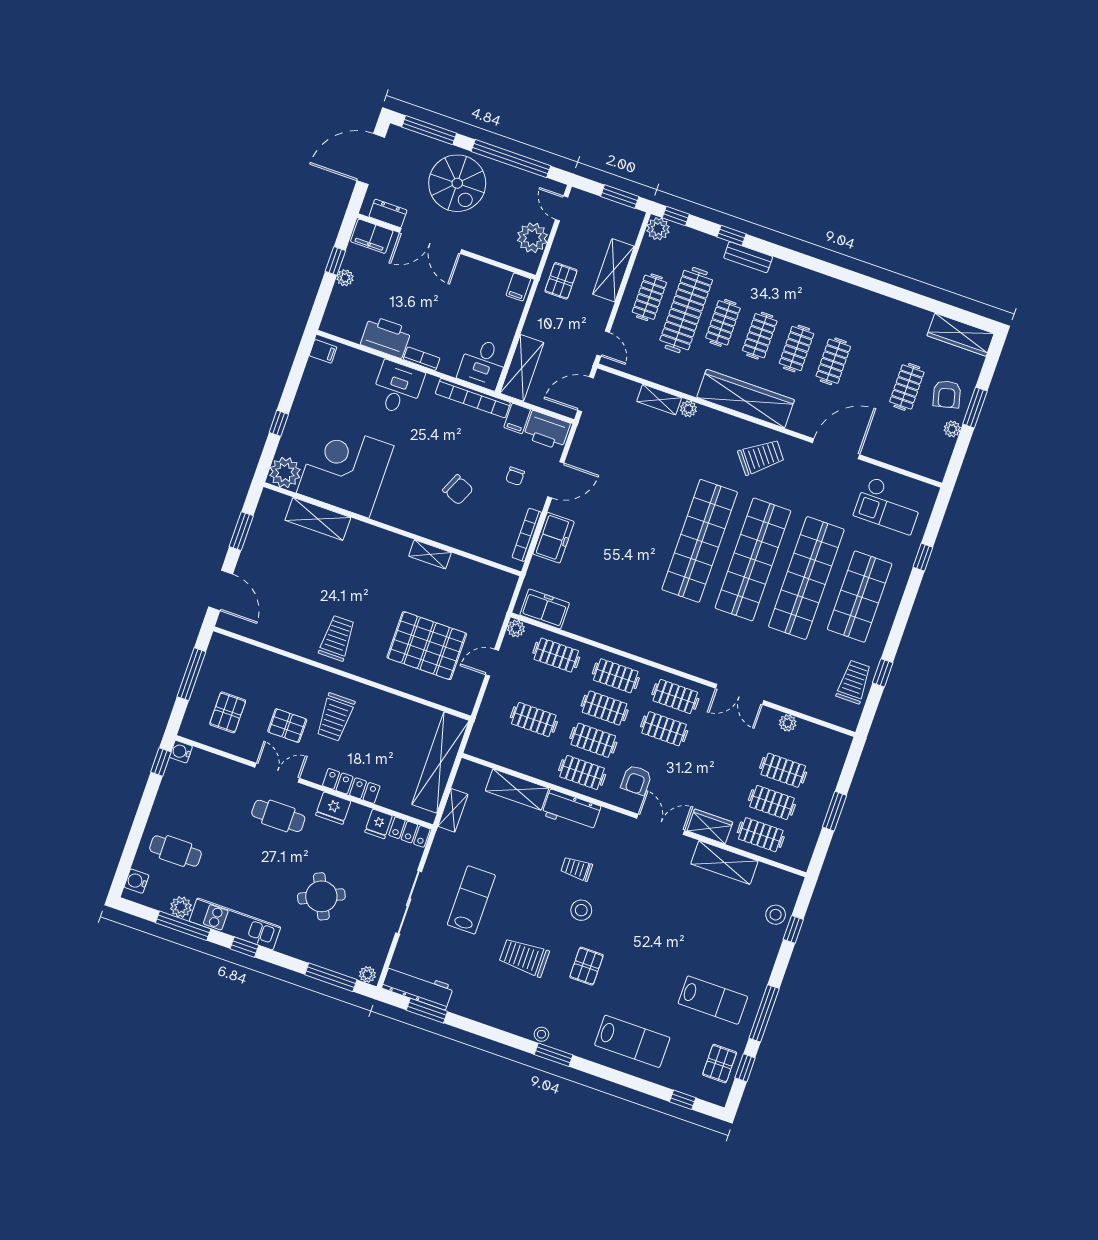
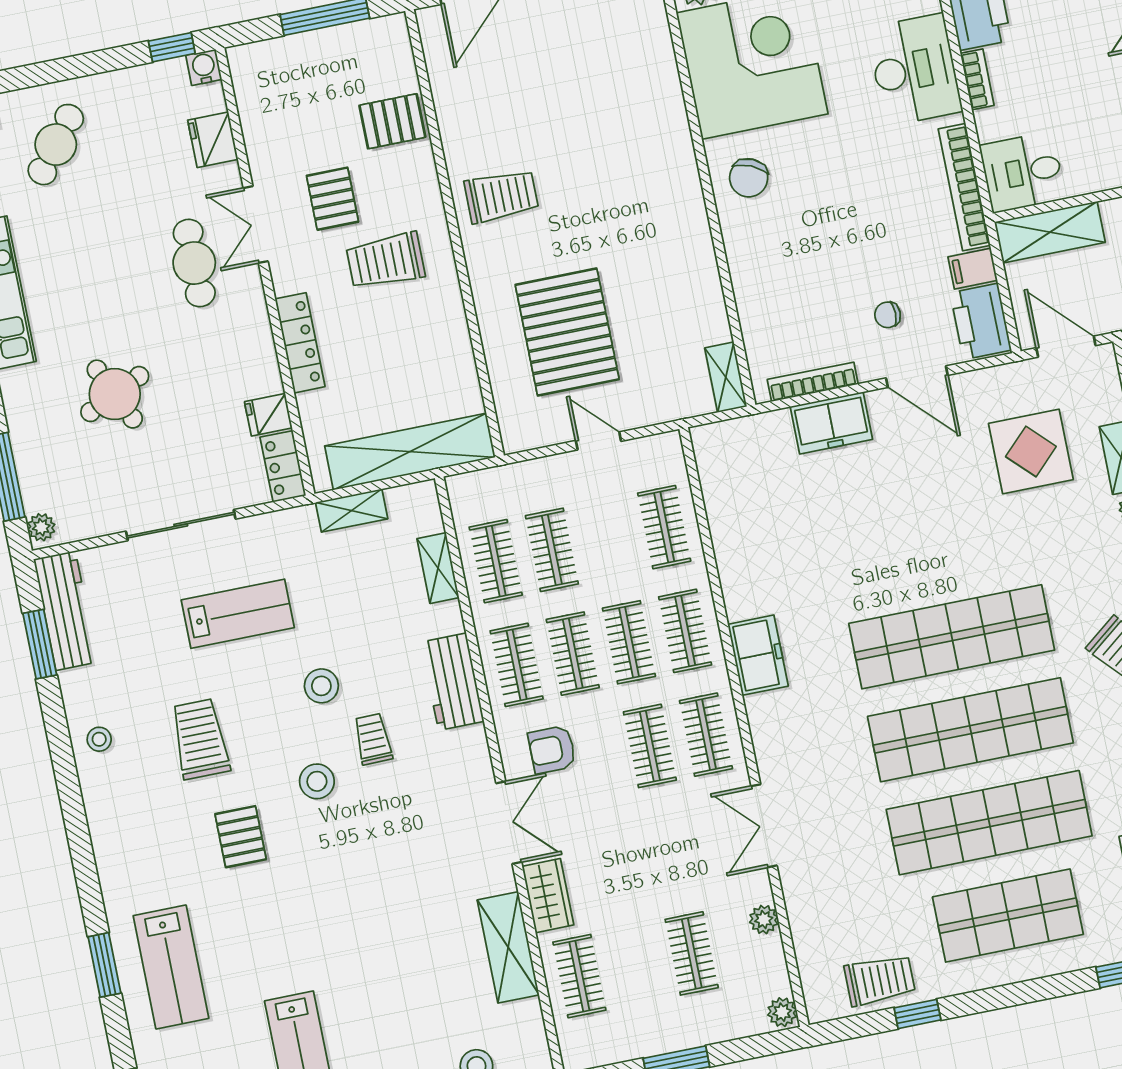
desk: (398, 388) -> (914, 70), width x1.37
display table: (629, 444) -> (1031, 451), added
chair: (458, 490) -> (749, 178), moved
shelving: (318, 519) -> (657, 66), removed
shelving: (430, 554) -> (726, 377), moved
freezer: (545, 609) -> (758, 655), moved
plant: (516, 629) -> (782, 1012), moved
pallet: (228, 712) -> (392, 121), moved
double door: (277, 773) -> (256, 225), swing flipped
shelving: (517, 789) -> (438, 568), width x0.67, depth x0.75
clothes rail: (772, 802) -> (496, 561), moved
fridge: (333, 808) -> (213, 140), moved
cafe table: (176, 851) -> (56, 145), turned 38
stool: (534, 879) -> (321, 686), added
pallet: (586, 966) -> (241, 837), turned 90
stool: (541, 1034) -> (99, 739), moved
window: (554, 1055) -> (104, 965), moved

